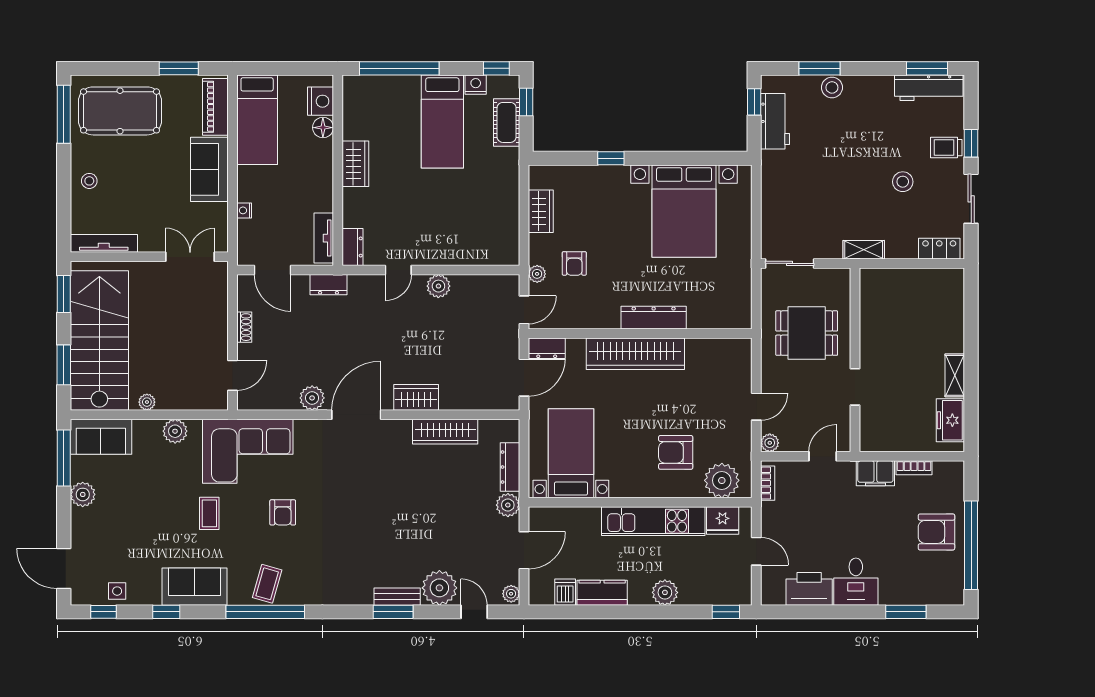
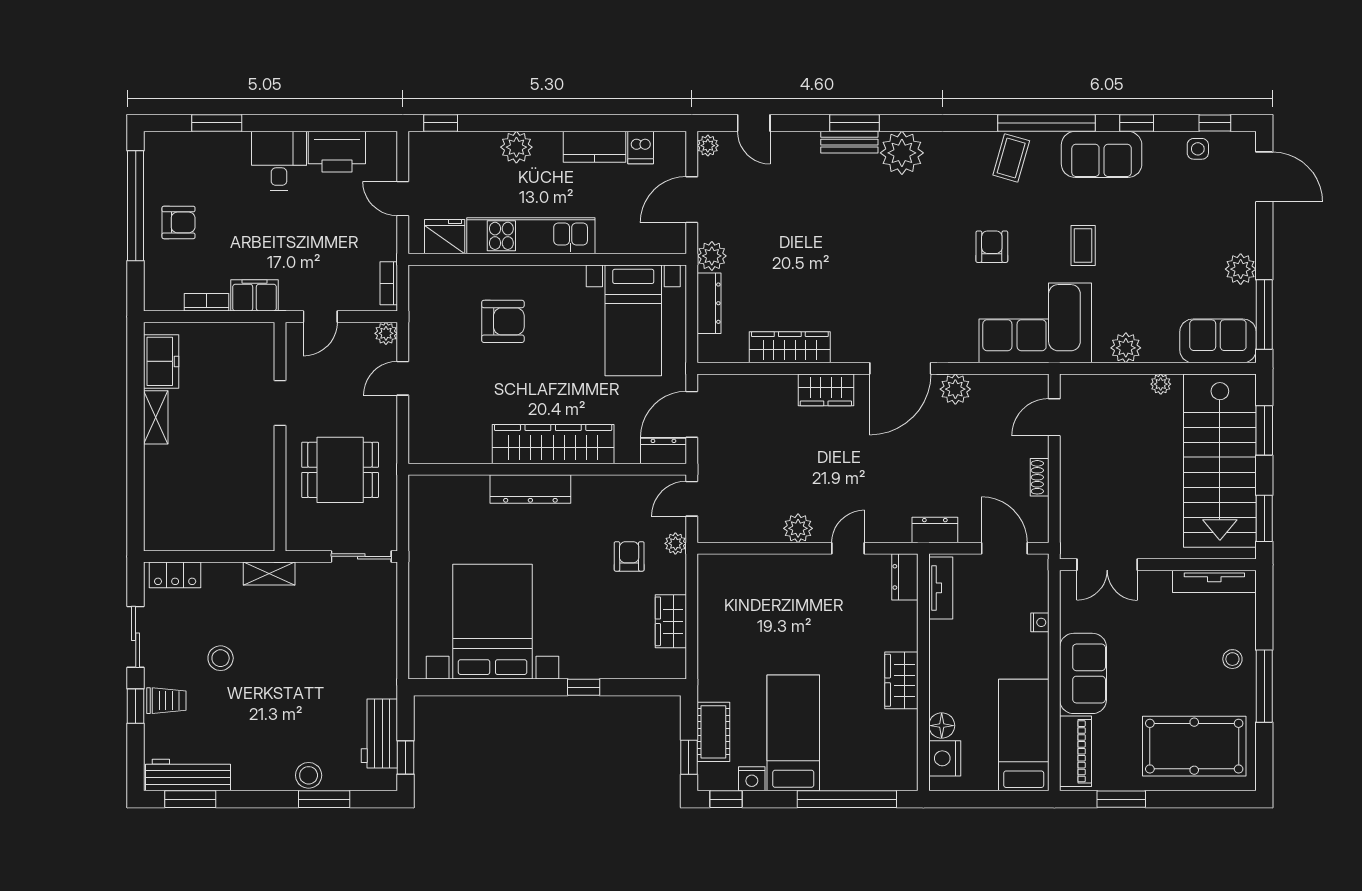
window: (64, 114) -> (1264, 686), moved
plant: (722, 480) -> (446, 286), removed
armchair: (937, 532) -> (179, 222), width x0.72, depth x0.72
plant: (439, 588) -> (902, 153), moved
window: (265, 612) -> (1046, 123), moved

